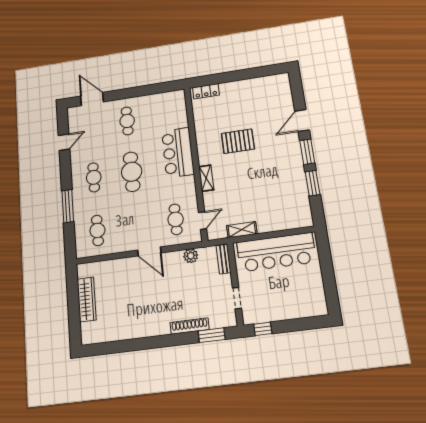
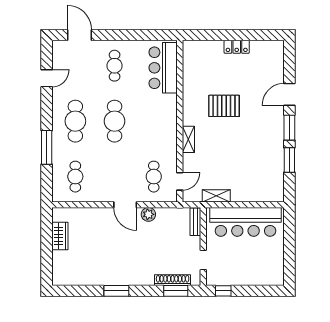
locker: (206, 91) -> (237, 47), moved
bar counter: (178, 153) -> (163, 68), moved
cafe table: (94, 177) -> (75, 121), width x1.37, depth x1.35
plant: (191, 256) -> (148, 214), moved
wardrobe: (87, 299) -> (60, 236), width x0.67
shoe rack: (190, 326) -> (173, 280), moved
window: (149, 343) -> (116, 291), added

